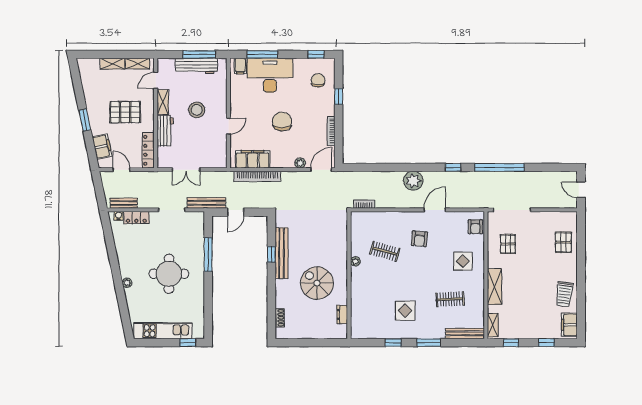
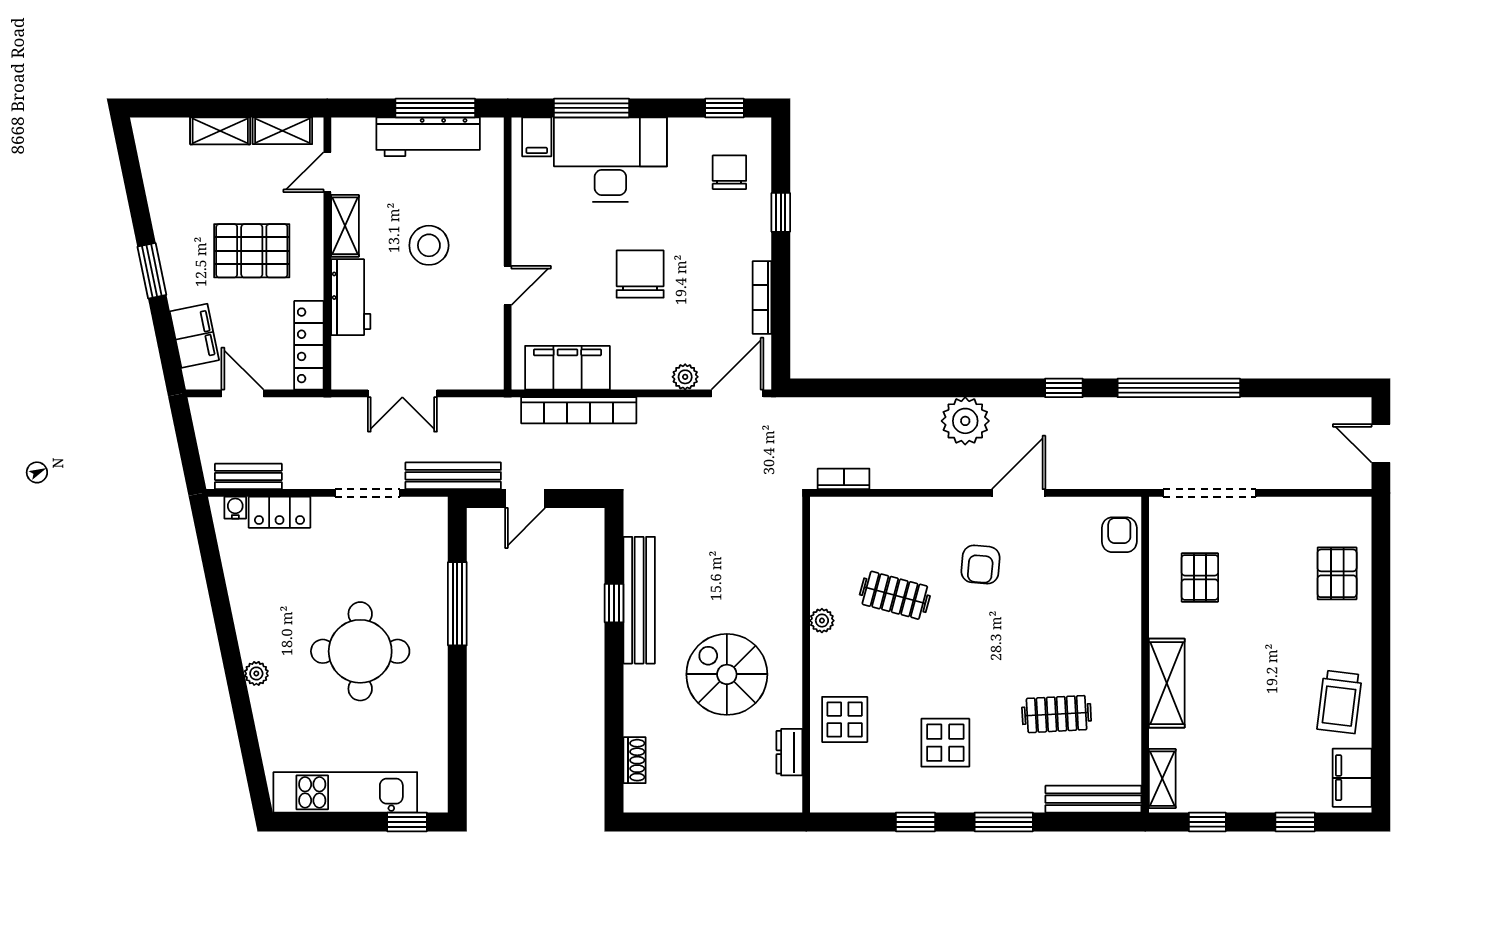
armchair: (475, 227) -> (1119, 535), turned 180
display table: (463, 261) -> (845, 719), moved

